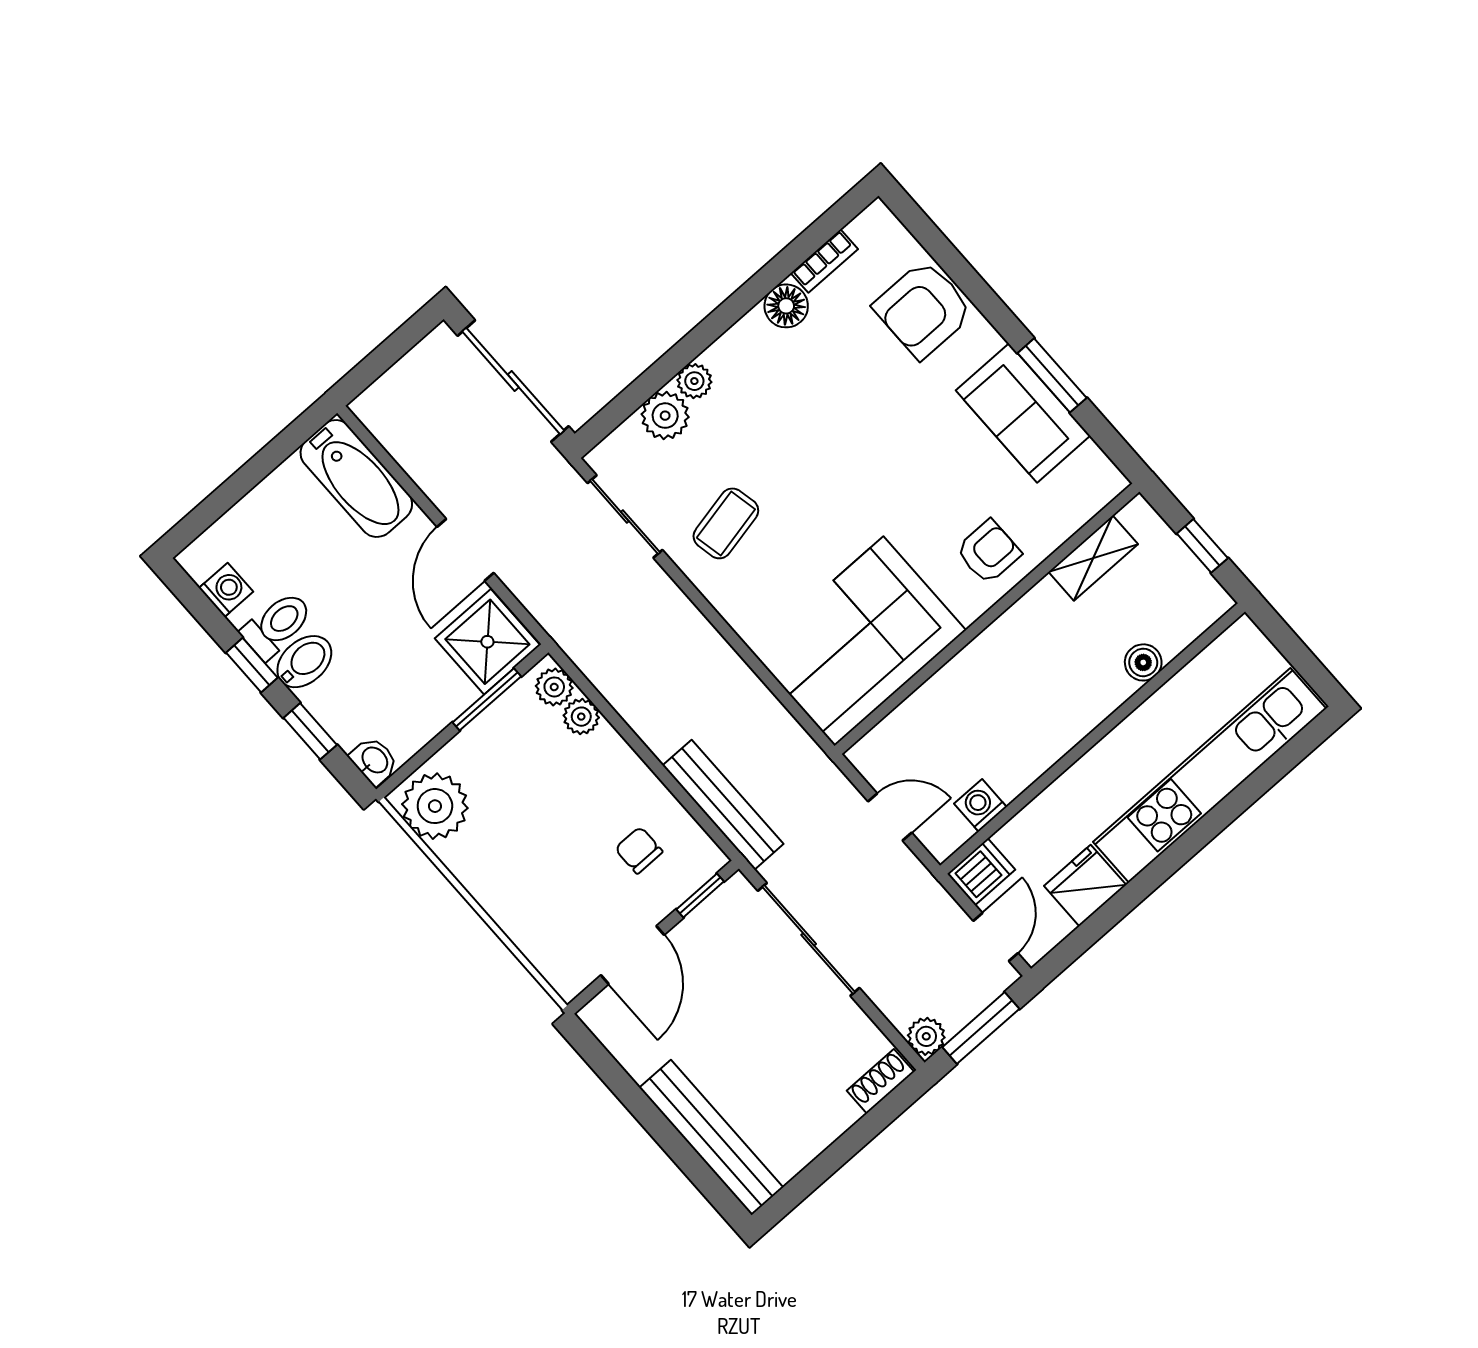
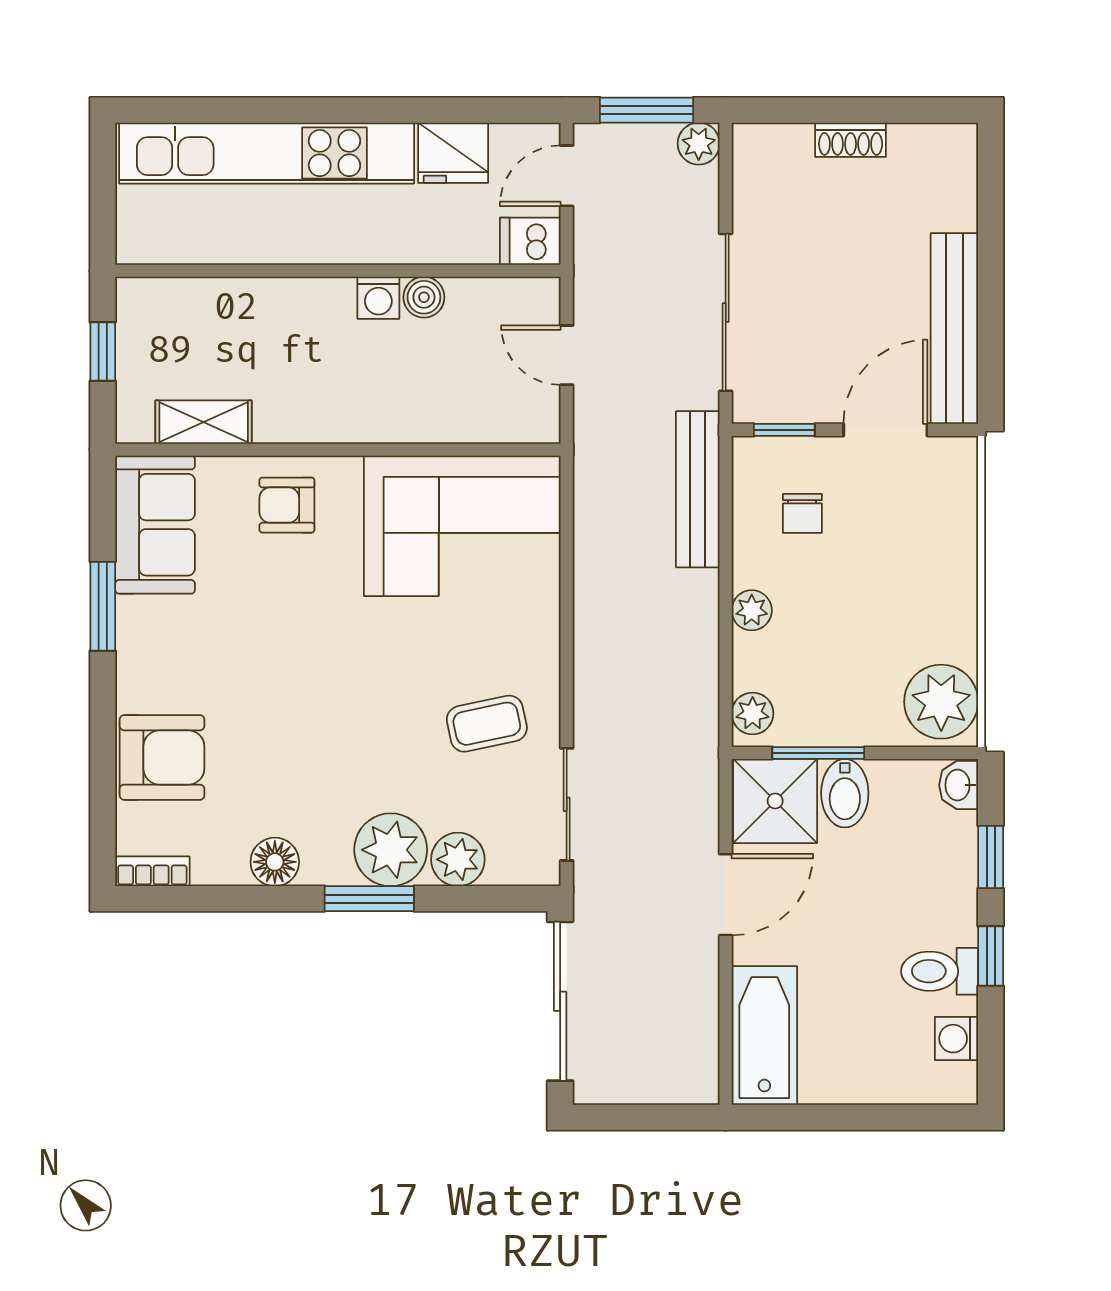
bookcase: (824, 261) -> (152, 871), moved
window: (701, 337) -> (369, 899), added
plant: (694, 381) -> (391, 850), width x1.88, depth x1.88
sofa: (1023, 413) -> (155, 525), moved
bidet: (304, 662) -> (845, 793), moved, turned -90
boiler: (1143, 662) -> (424, 297), moved
plant: (581, 717) -> (752, 610), moved
washing machine: (980, 805) -> (378, 298), moved
shoe rack: (880, 1081) -> (851, 140), moved
bench: (711, 1137) -> (954, 328), moved

